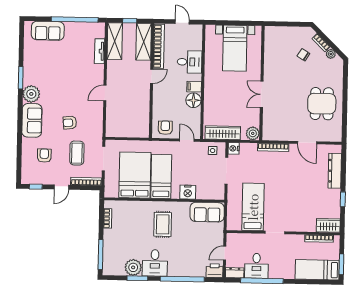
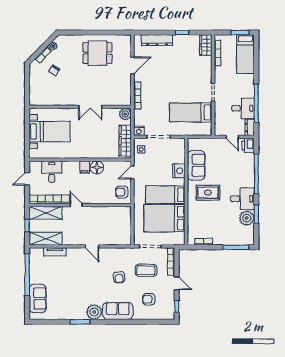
desk: (190, 62) -> (52, 172), moved
sofa: (207, 212) -> (196, 165), moved

